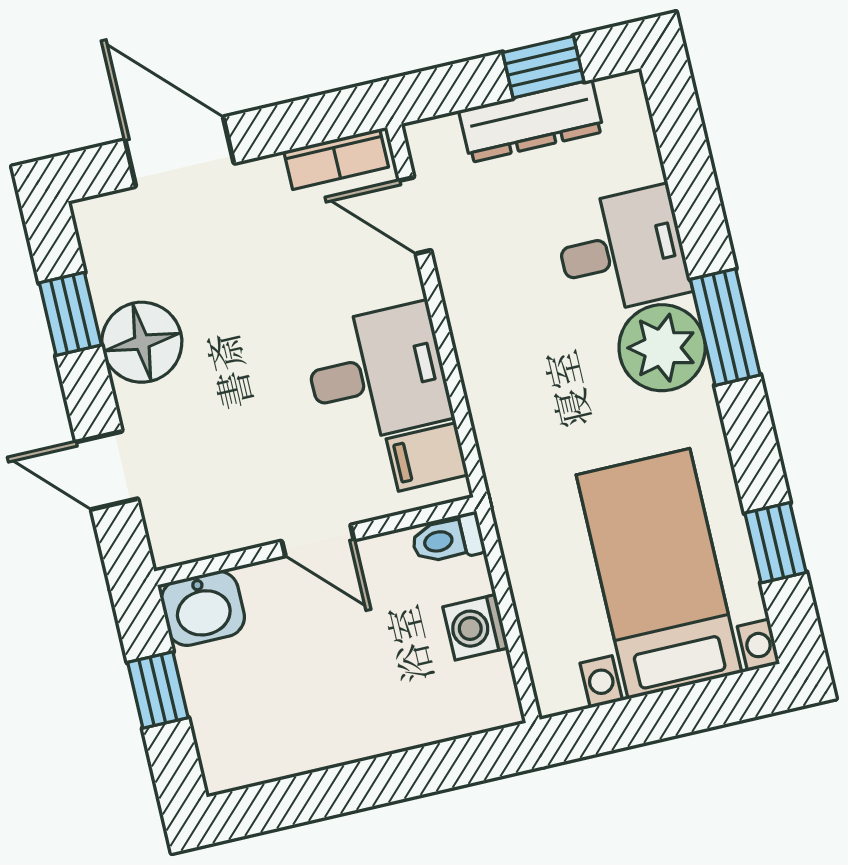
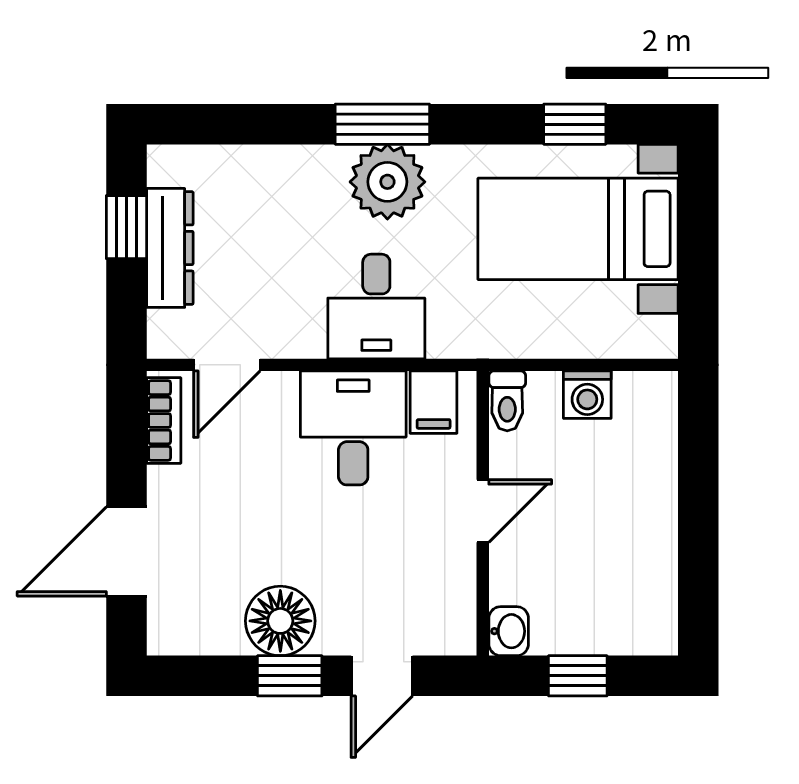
desk: (622, 251) -> (376, 306), moved, turned 180
window: (70, 314) -> (290, 676), moved
washbasin: (203, 608) -> (509, 631), width x0.72, depth x0.69

